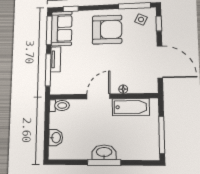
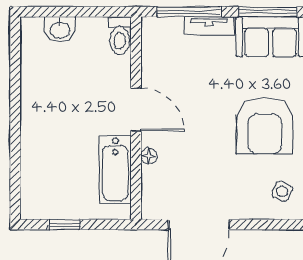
window: (159, 24) -> (273, 225), removed
window: (162, 135) -> (65, 225), width x0.46
washbasin: (104, 152) -> (33, 120), removed
window: (104, 163) -> (15, 120), removed

